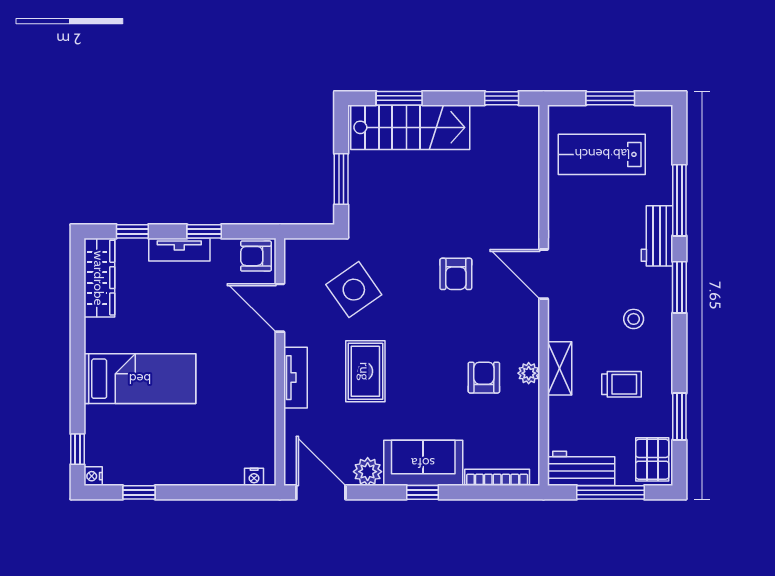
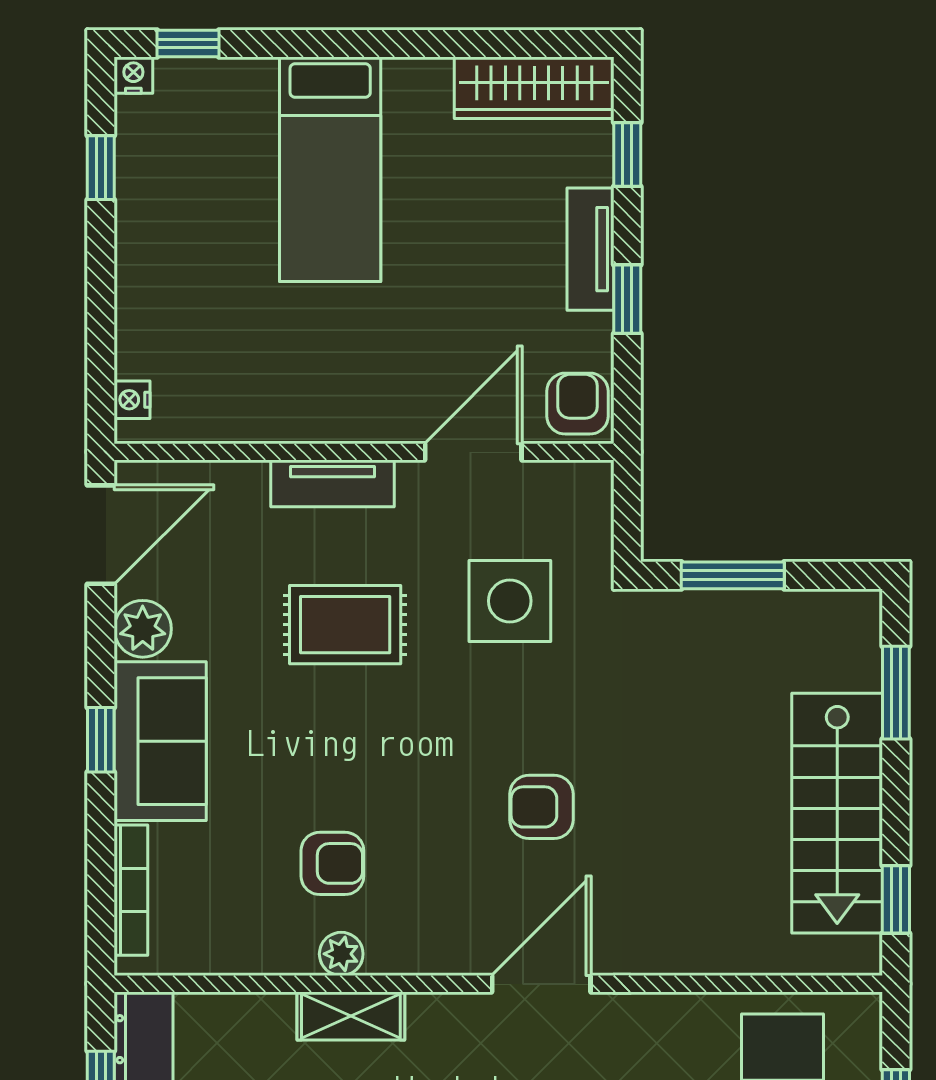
stairs: (410, 127) -> (837, 813), moved
side table: (354, 290) -> (510, 601), turned 35

